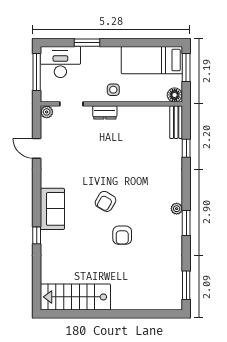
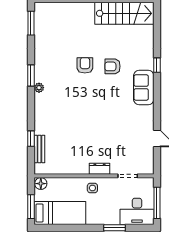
plant: (47, 112) -> (149, 169), removed
bench: (176, 122) -> (39, 149), moved
armchair: (105, 201) -> (112, 66), moved, turned -120

